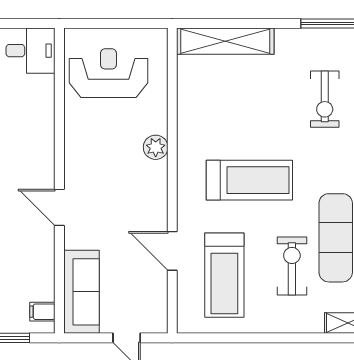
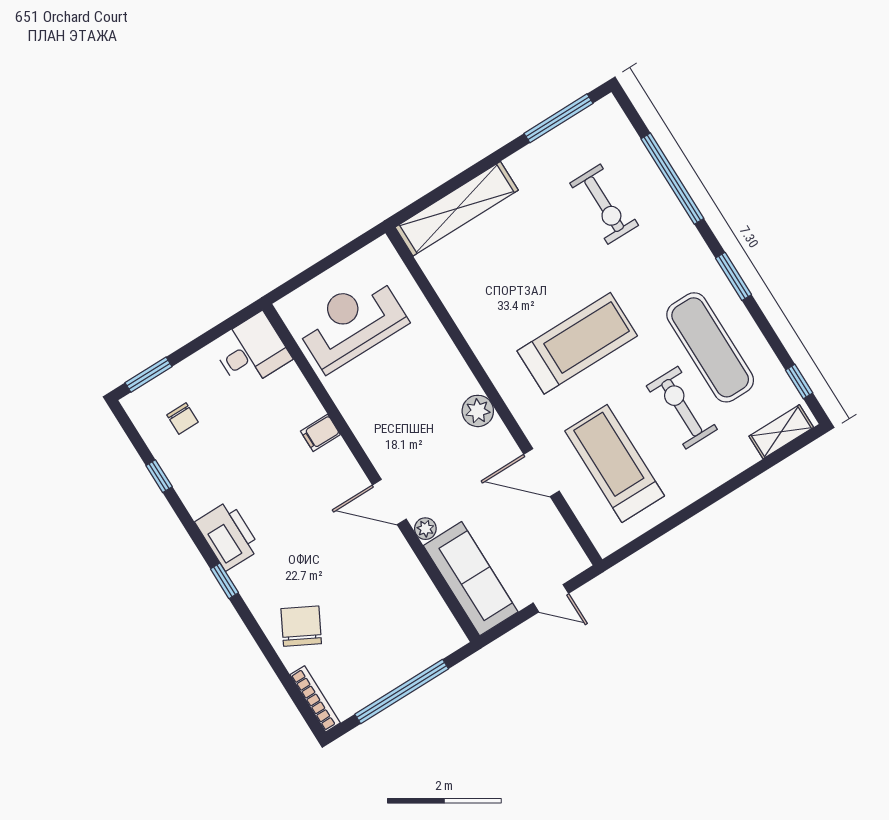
plant: (156, 147) -> (478, 411), moved
plant: (72, 240) -> (425, 529), added
treadmill: (224, 275) -> (615, 463), turned 180
filing cabinet: (42, 312) -> (320, 433), moved

